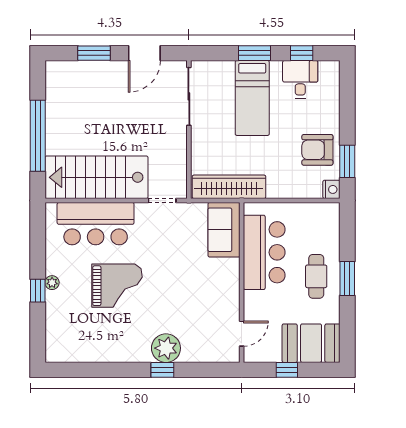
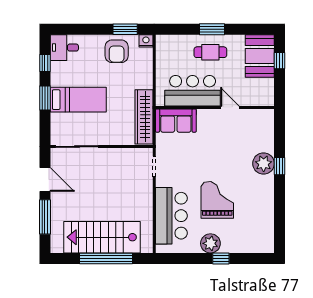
window: (94, 53) -> (45, 217), width x1.44
desk: (300, 79) -> (64, 48), moved
stairs: (96, 177) -> (102, 237), moved, turned 90
plant: (52, 283) -> (210, 243), width x1.88, depth x1.88
door: (242, 334) -> (230, 107), moved
window: (287, 370) -> (280, 61), moved

